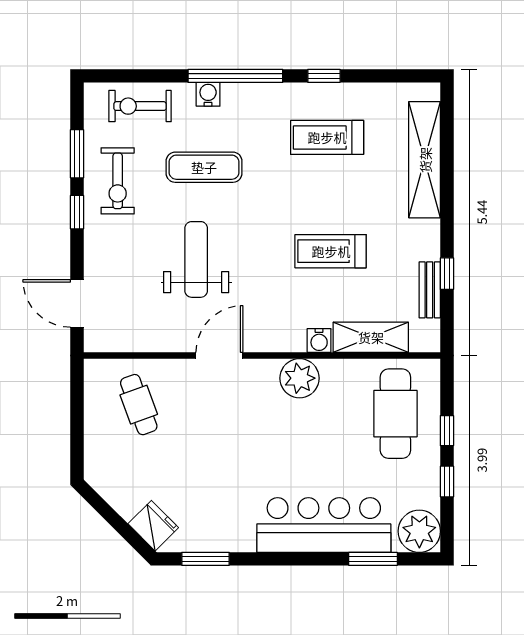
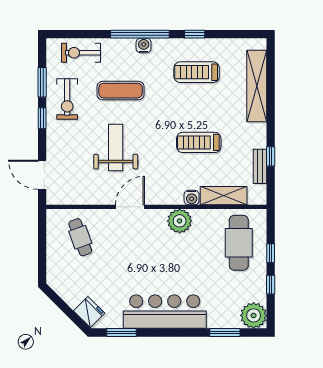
water cooler: (208, 94) -> (144, 46), moved
bar counter: (324, 525) -> (165, 312), moved

